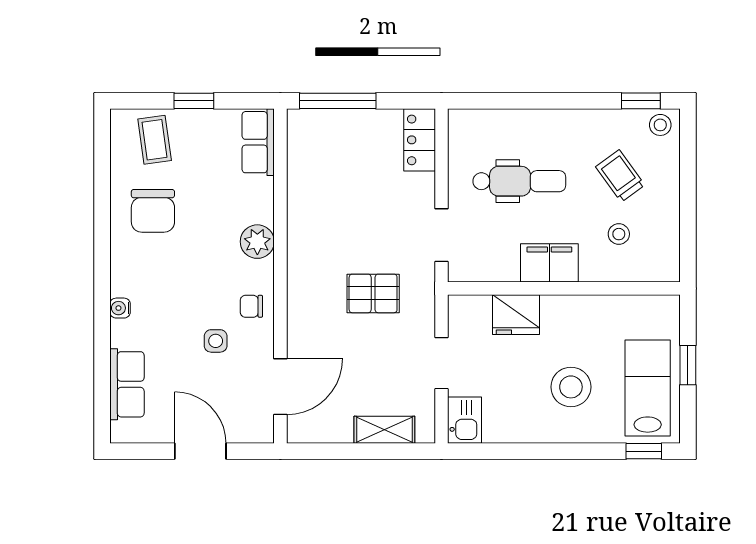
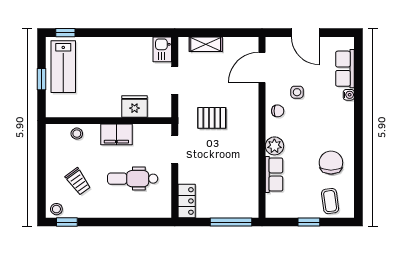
row of seats: (258, 142) -> (274, 175), moved
stool: (619, 234) -> (77, 134), moved
water cooler: (120, 308) -> (349, 95), moved
stool: (571, 387) -> (105, 67), removed

